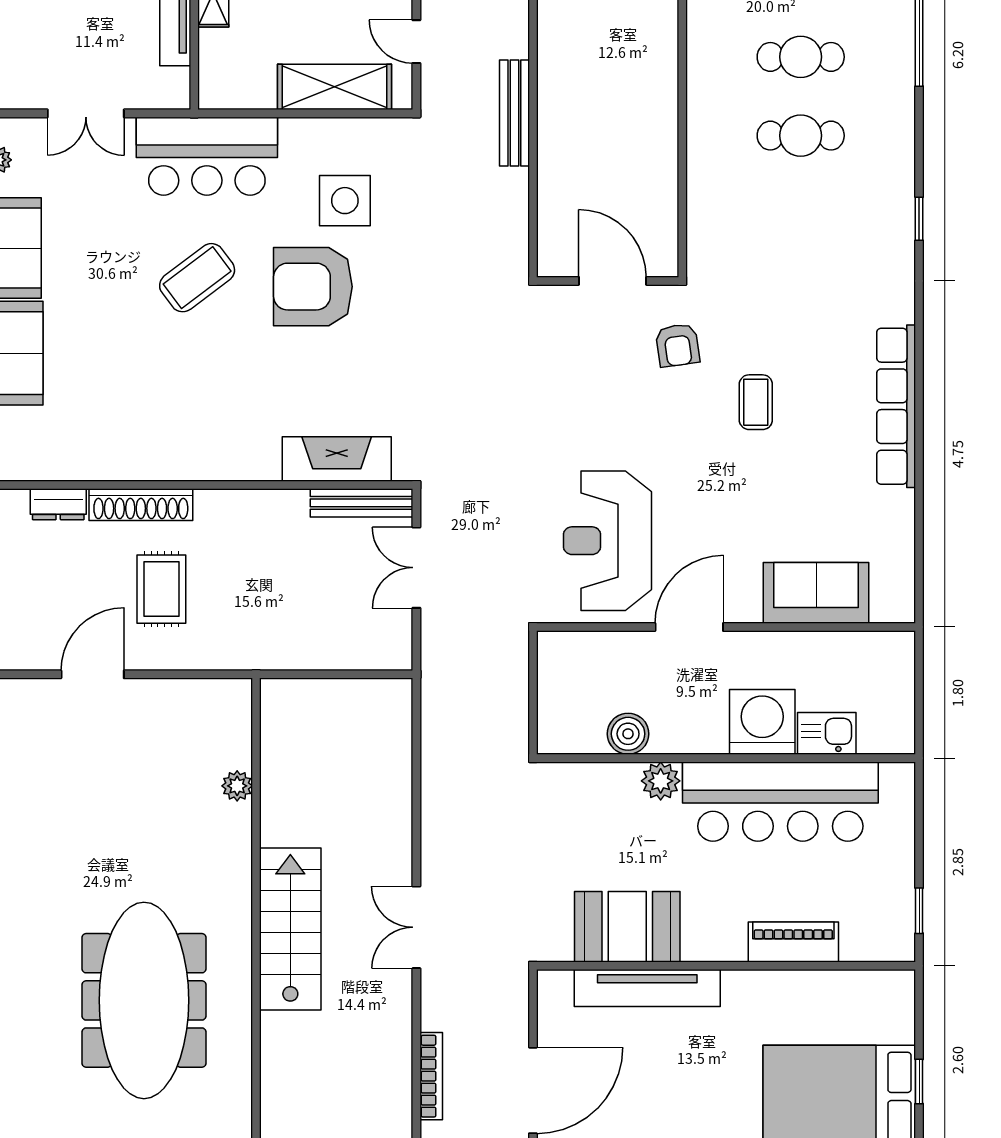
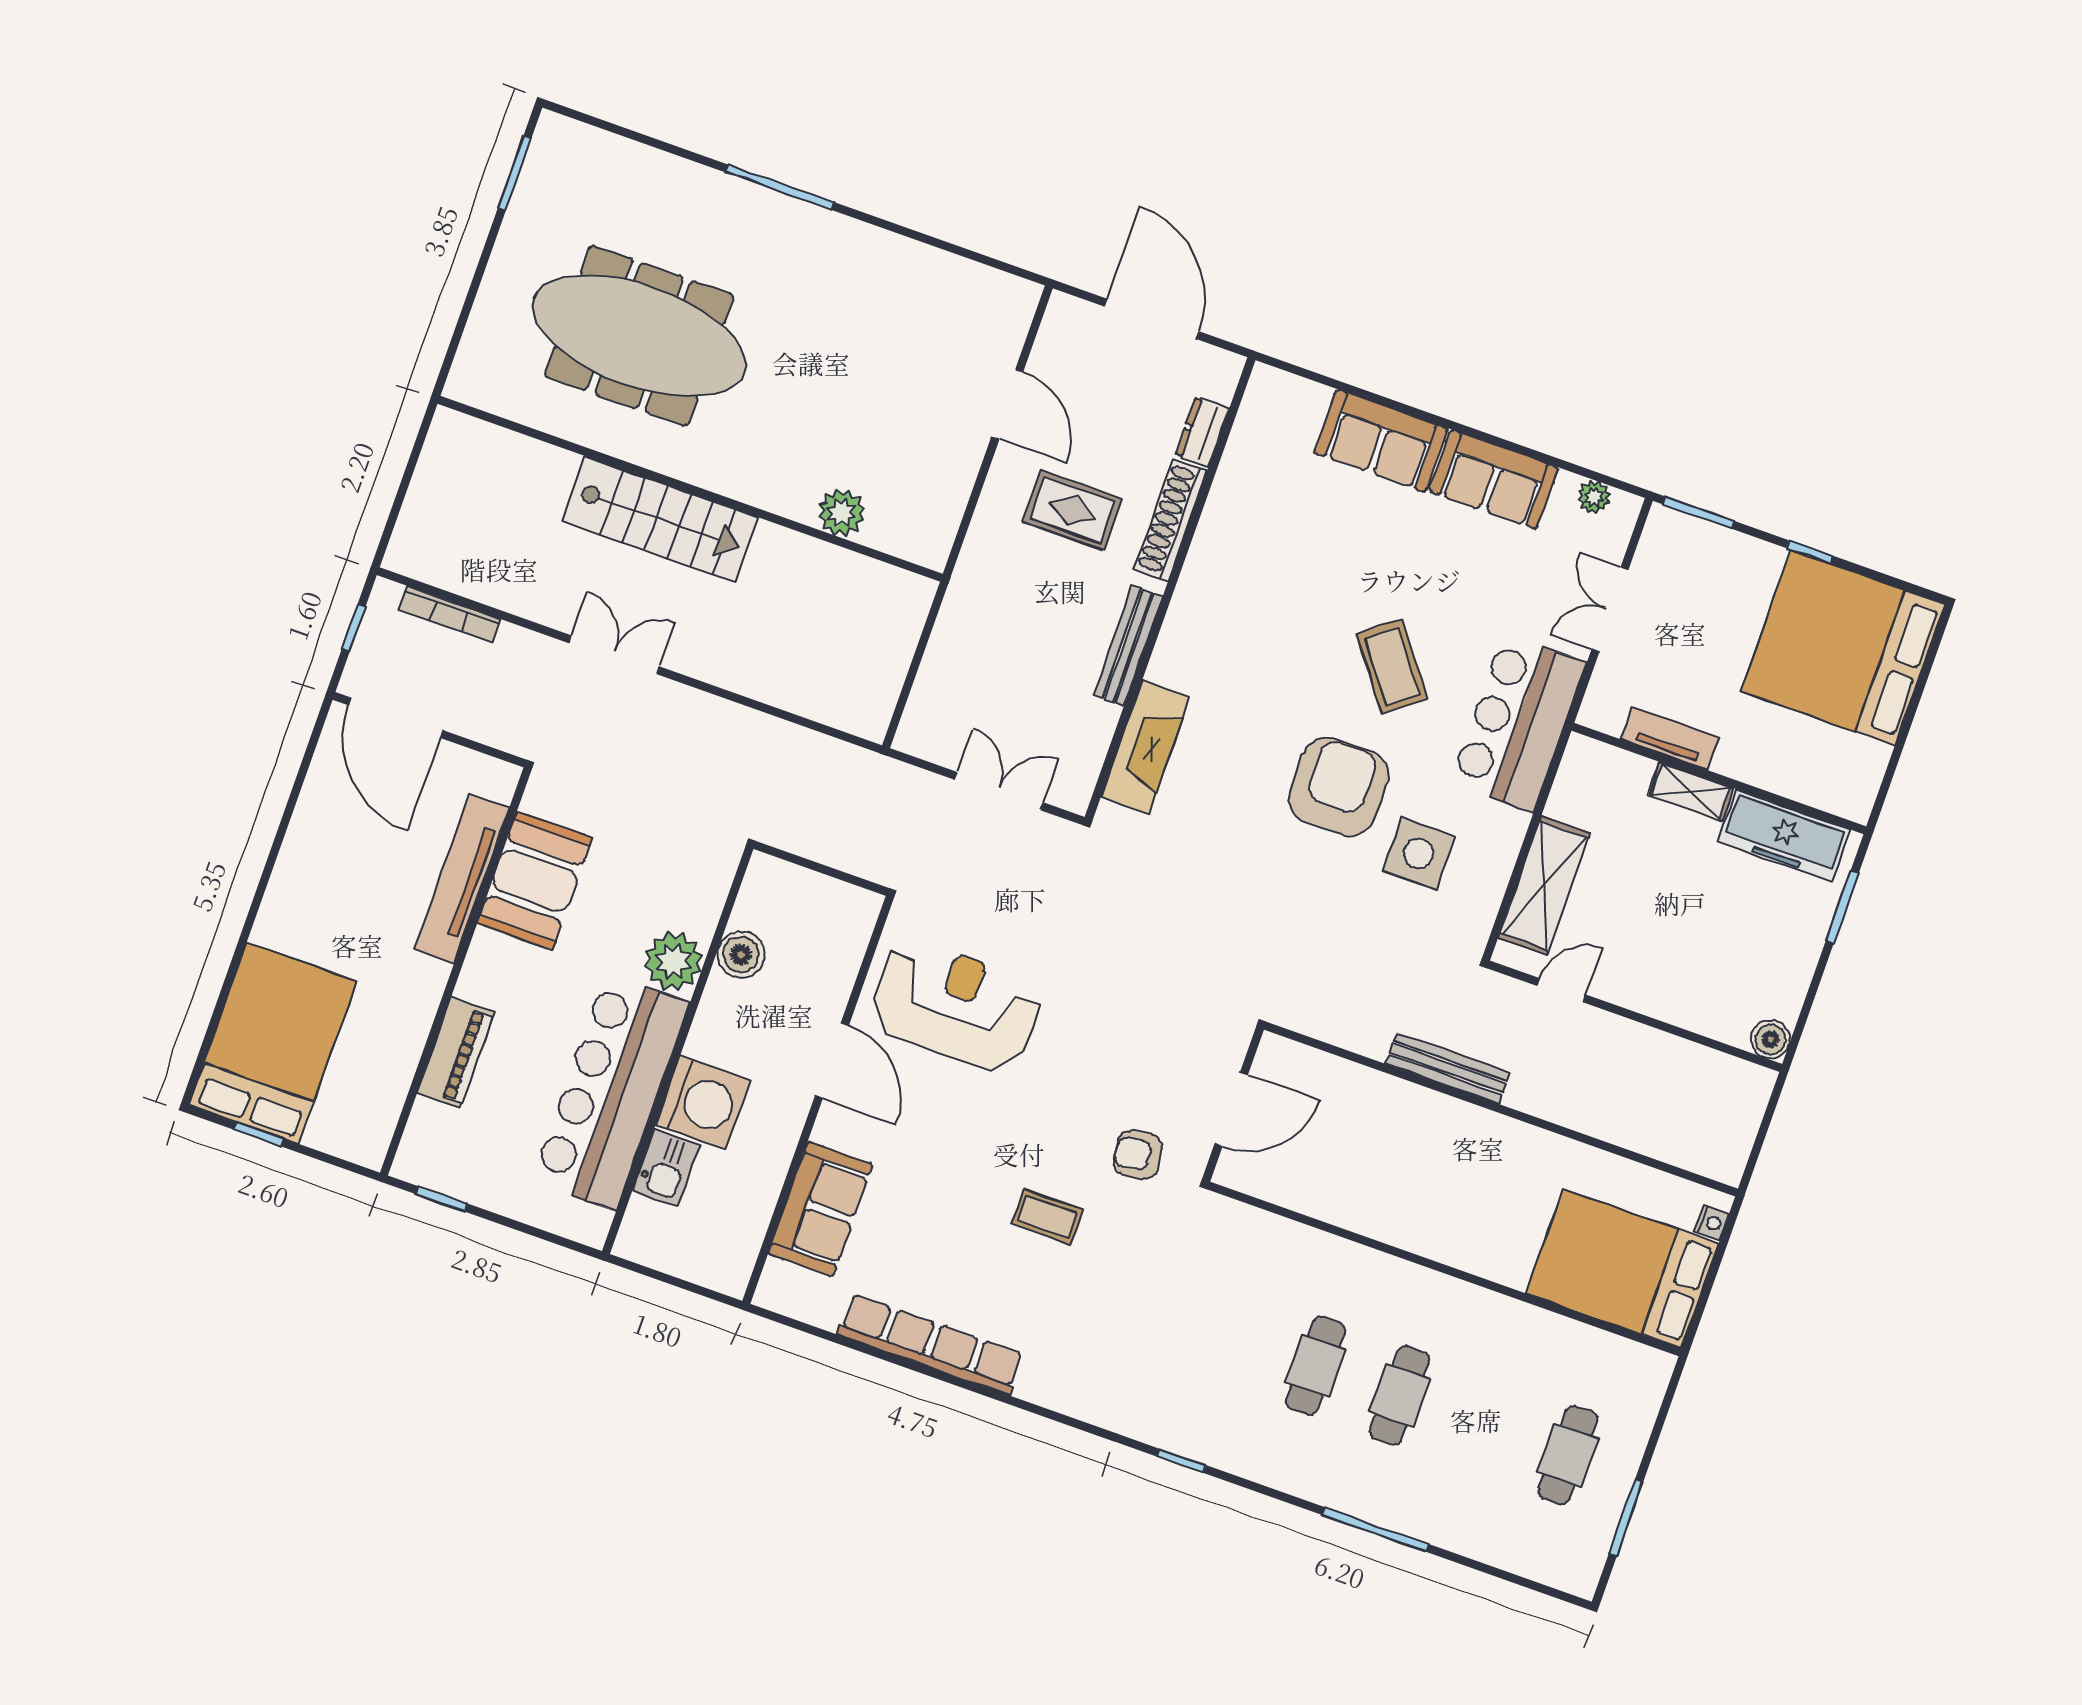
row of seats: (896, 406) -> (931, 1344), moved
bench: (362, 503) -> (1128, 646), moved
plant: (661, 781) -> (673, 961), width x1.36, depth x1.36
plant: (237, 786) -> (842, 513), width x1.38, depth x1.38

